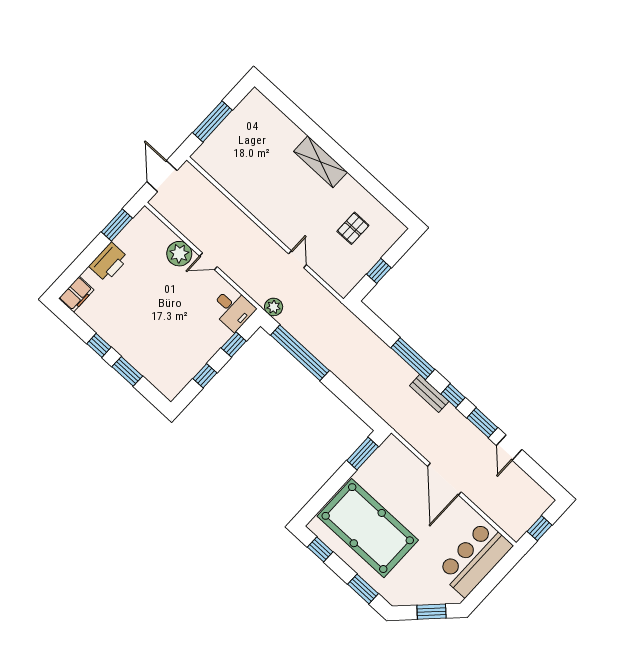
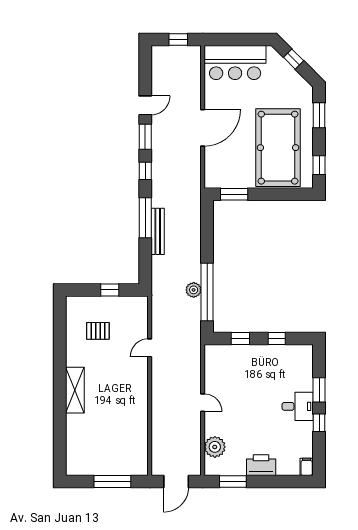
plant: (179, 254) -> (215, 447), moved
filing cabinet: (76, 294) -> (307, 467), width x0.50
plant: (274, 307) -> (194, 290), moved
desk: (233, 309) -> (298, 406), moved, turned 90
bench: (429, 394) -> (158, 231), moved, width x1.36
window: (431, 612) -> (294, 59), width x0.67

